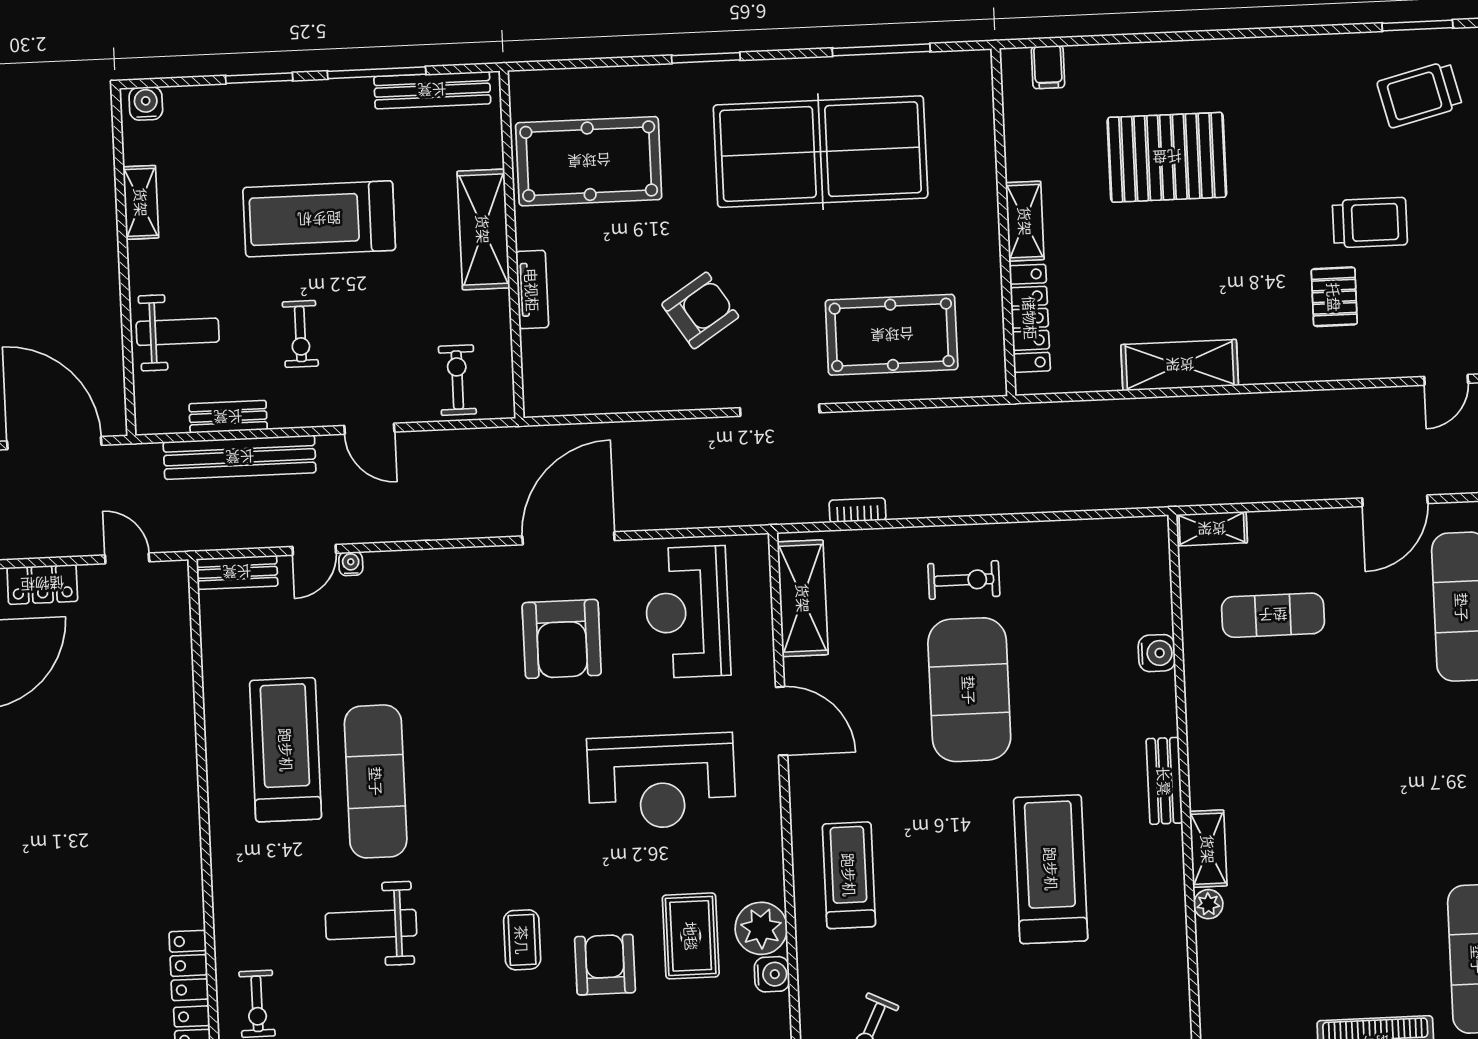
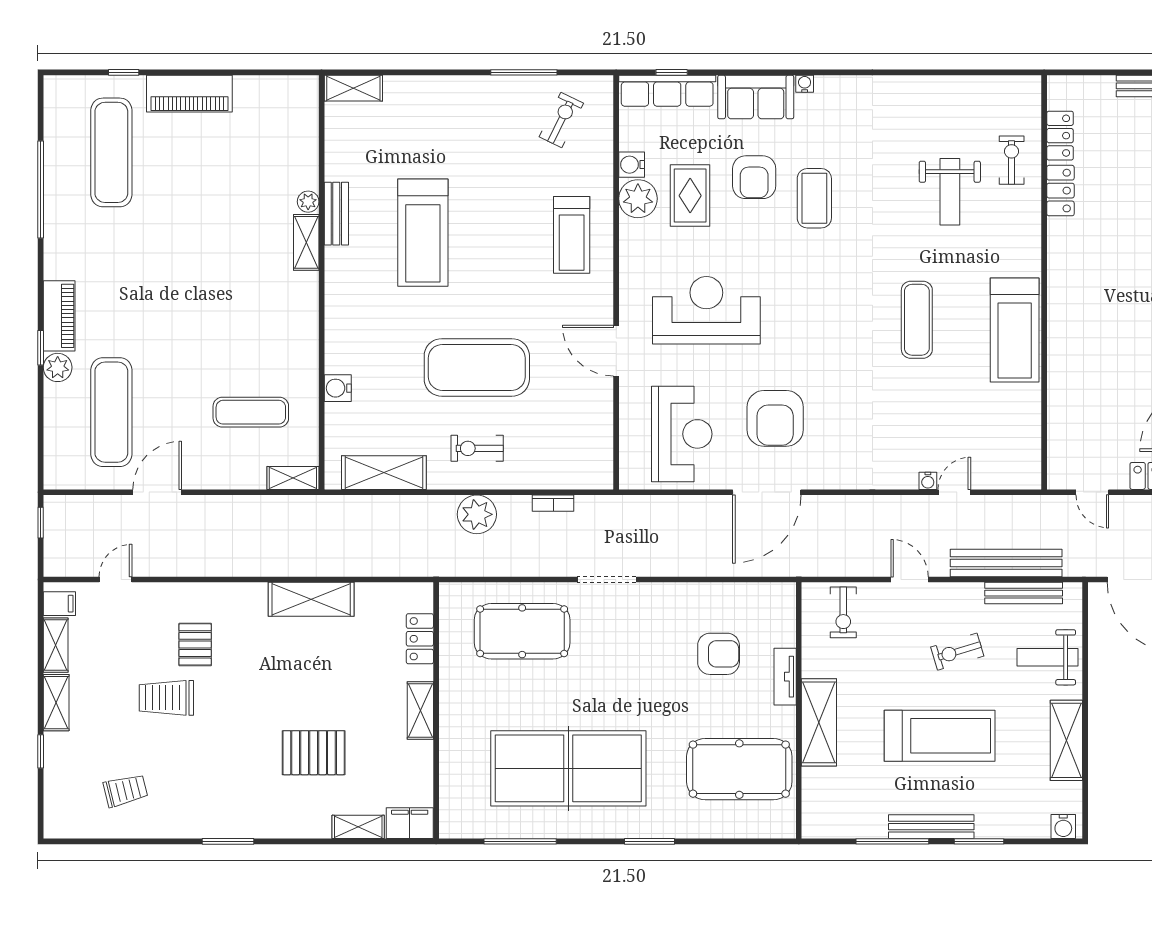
window: (1417, 25) -> (228, 841), moved
shelving: (1102, 59) -> (358, 827), added
filing cabinet: (1048, 67) -> (410, 823), width x2.00
bench: (432, 90) -> (931, 827), moved
trolley: (1420, 94) -> (125, 791), width x0.73, depth x0.72
pallet: (1167, 157) -> (314, 753), width x0.73, depth x0.71
shelving: (141, 202) -> (1066, 740), width x1.50, depth x1.33
armchair: (700, 310) -> (719, 654), moved, turned -147
locker: (1030, 318) -> (420, 639), width x0.66
exercise bike: (300, 334) -> (957, 652), turned -107
bench: (228, 417) -> (1024, 593), width x1.36
plant: (960, 490) -> (477, 514), added
bench: (237, 572) -> (1012, 478), removed
shelving: (803, 598) -> (384, 473), moved, turned 90
armchair: (562, 639) -> (775, 418), turned 180
exercise mat: (969, 690) -> (477, 367), turned 90
treadmill: (286, 750) -> (1015, 330), moved
exercise mat: (376, 781) -> (917, 320), width x0.73, depth x0.69
bench: (1164, 781) -> (336, 214), moved
weight bench: (371, 925) -> (950, 192), moved, turned 90
coffee table: (522, 940) -> (814, 198), width x1.36, depth x1.30

